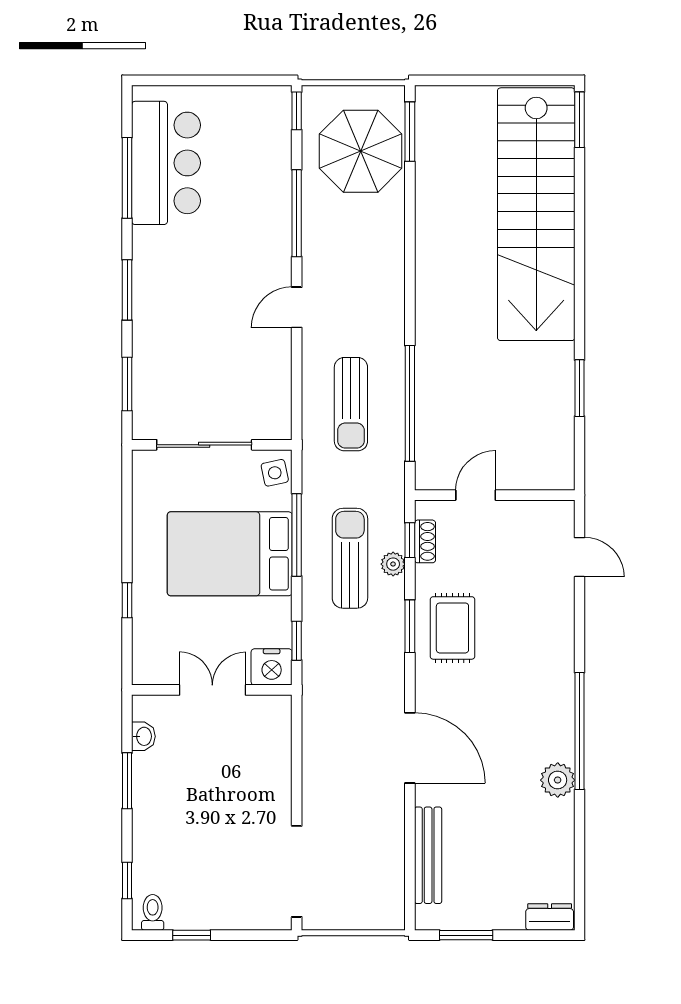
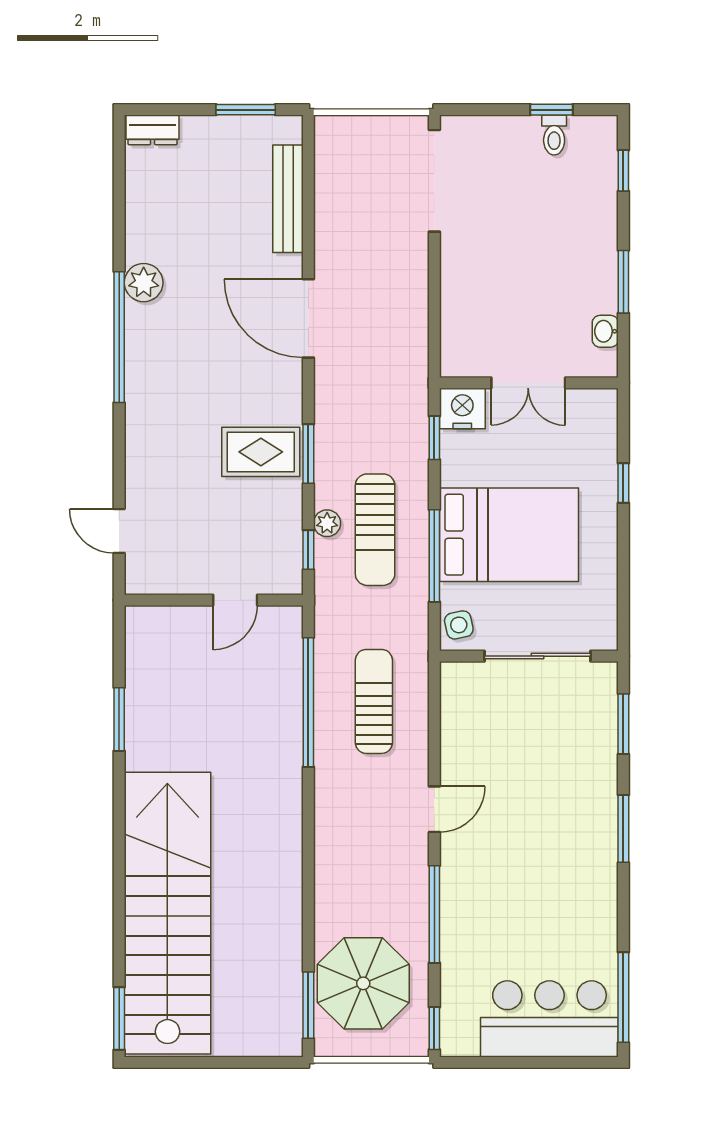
bar counter: (166, 163) -> (549, 1019), moved, turned 90
window: (127, 178) -> (623, 997), moved
shoe rack: (425, 541) -> (291, 548), removed
rug: (452, 628) -> (261, 452), turned 90
toilet: (153, 912) -> (554, 135), moved

